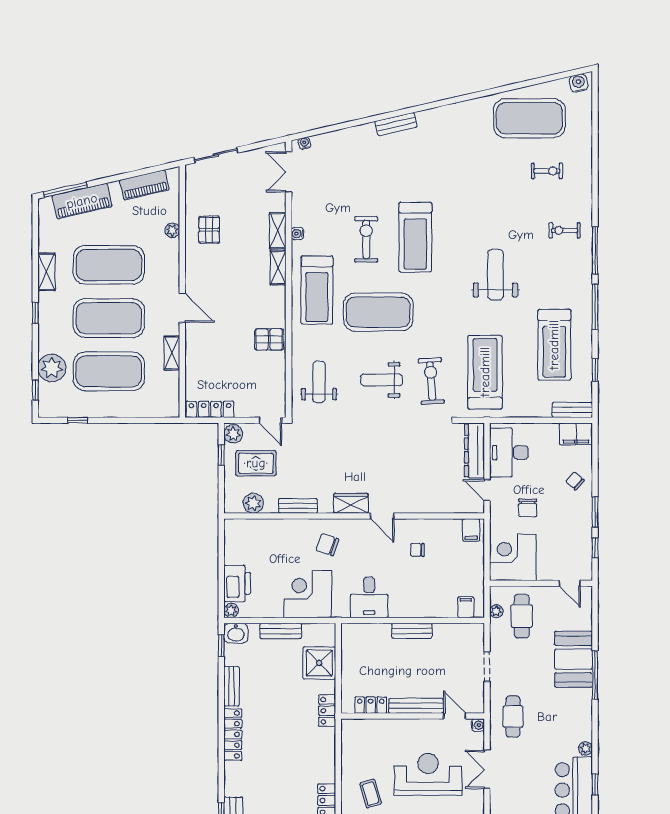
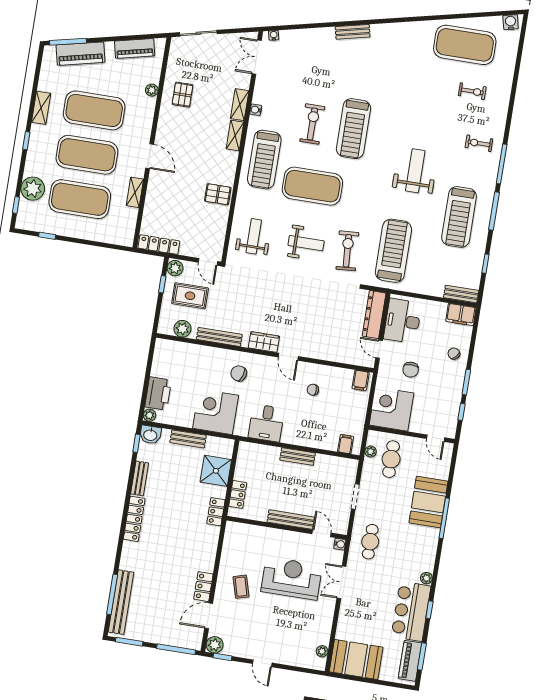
treadmill: (554, 345) -> (459, 217), moved
weight bench: (381, 380) -> (306, 243), turned 180
bench: (298, 506) -> (219, 337), width x1.36
locker: (371, 705) -> (238, 494), moved, turned 90

